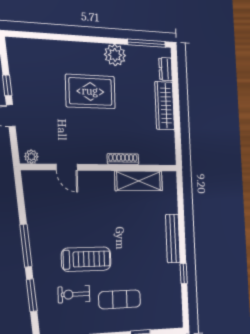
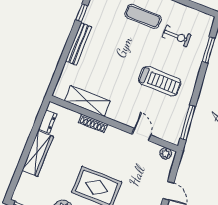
dresser: (166, 69) -> (48, 122), moved
window: (26, 245) -> (188, 123), moved
treadmill: (86, 259) -> (160, 81), moved, turned 180

